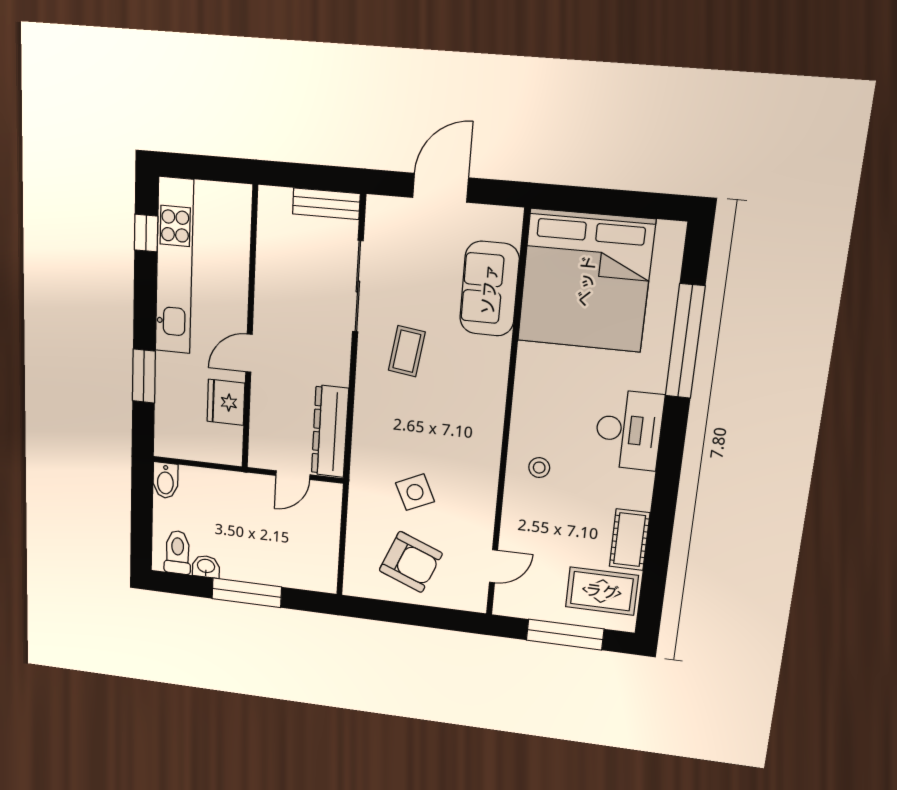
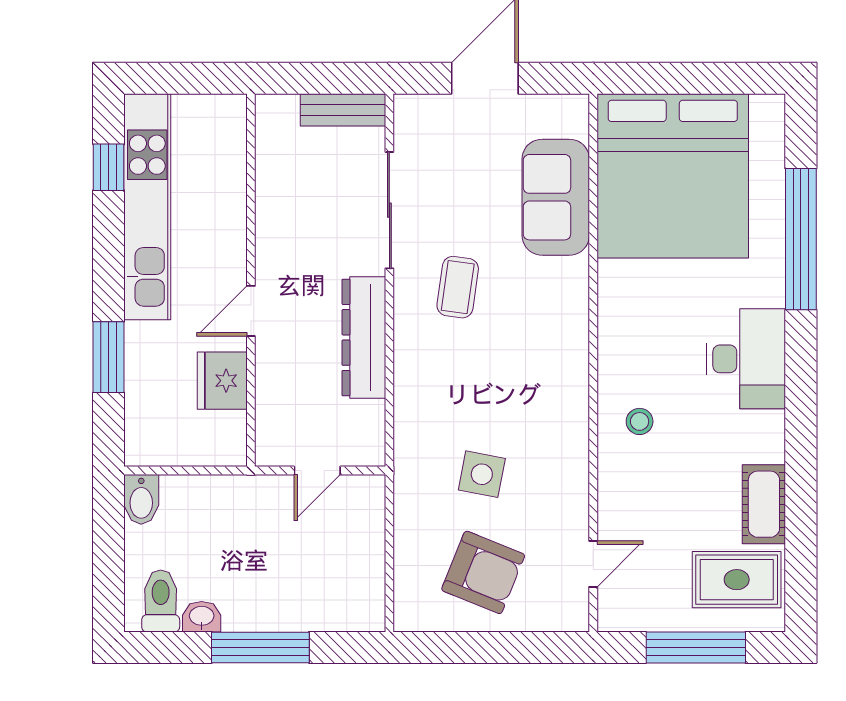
dresser: (330, 431) -> (364, 337), moved
side table: (415, 492) -> (482, 474), turned 36

